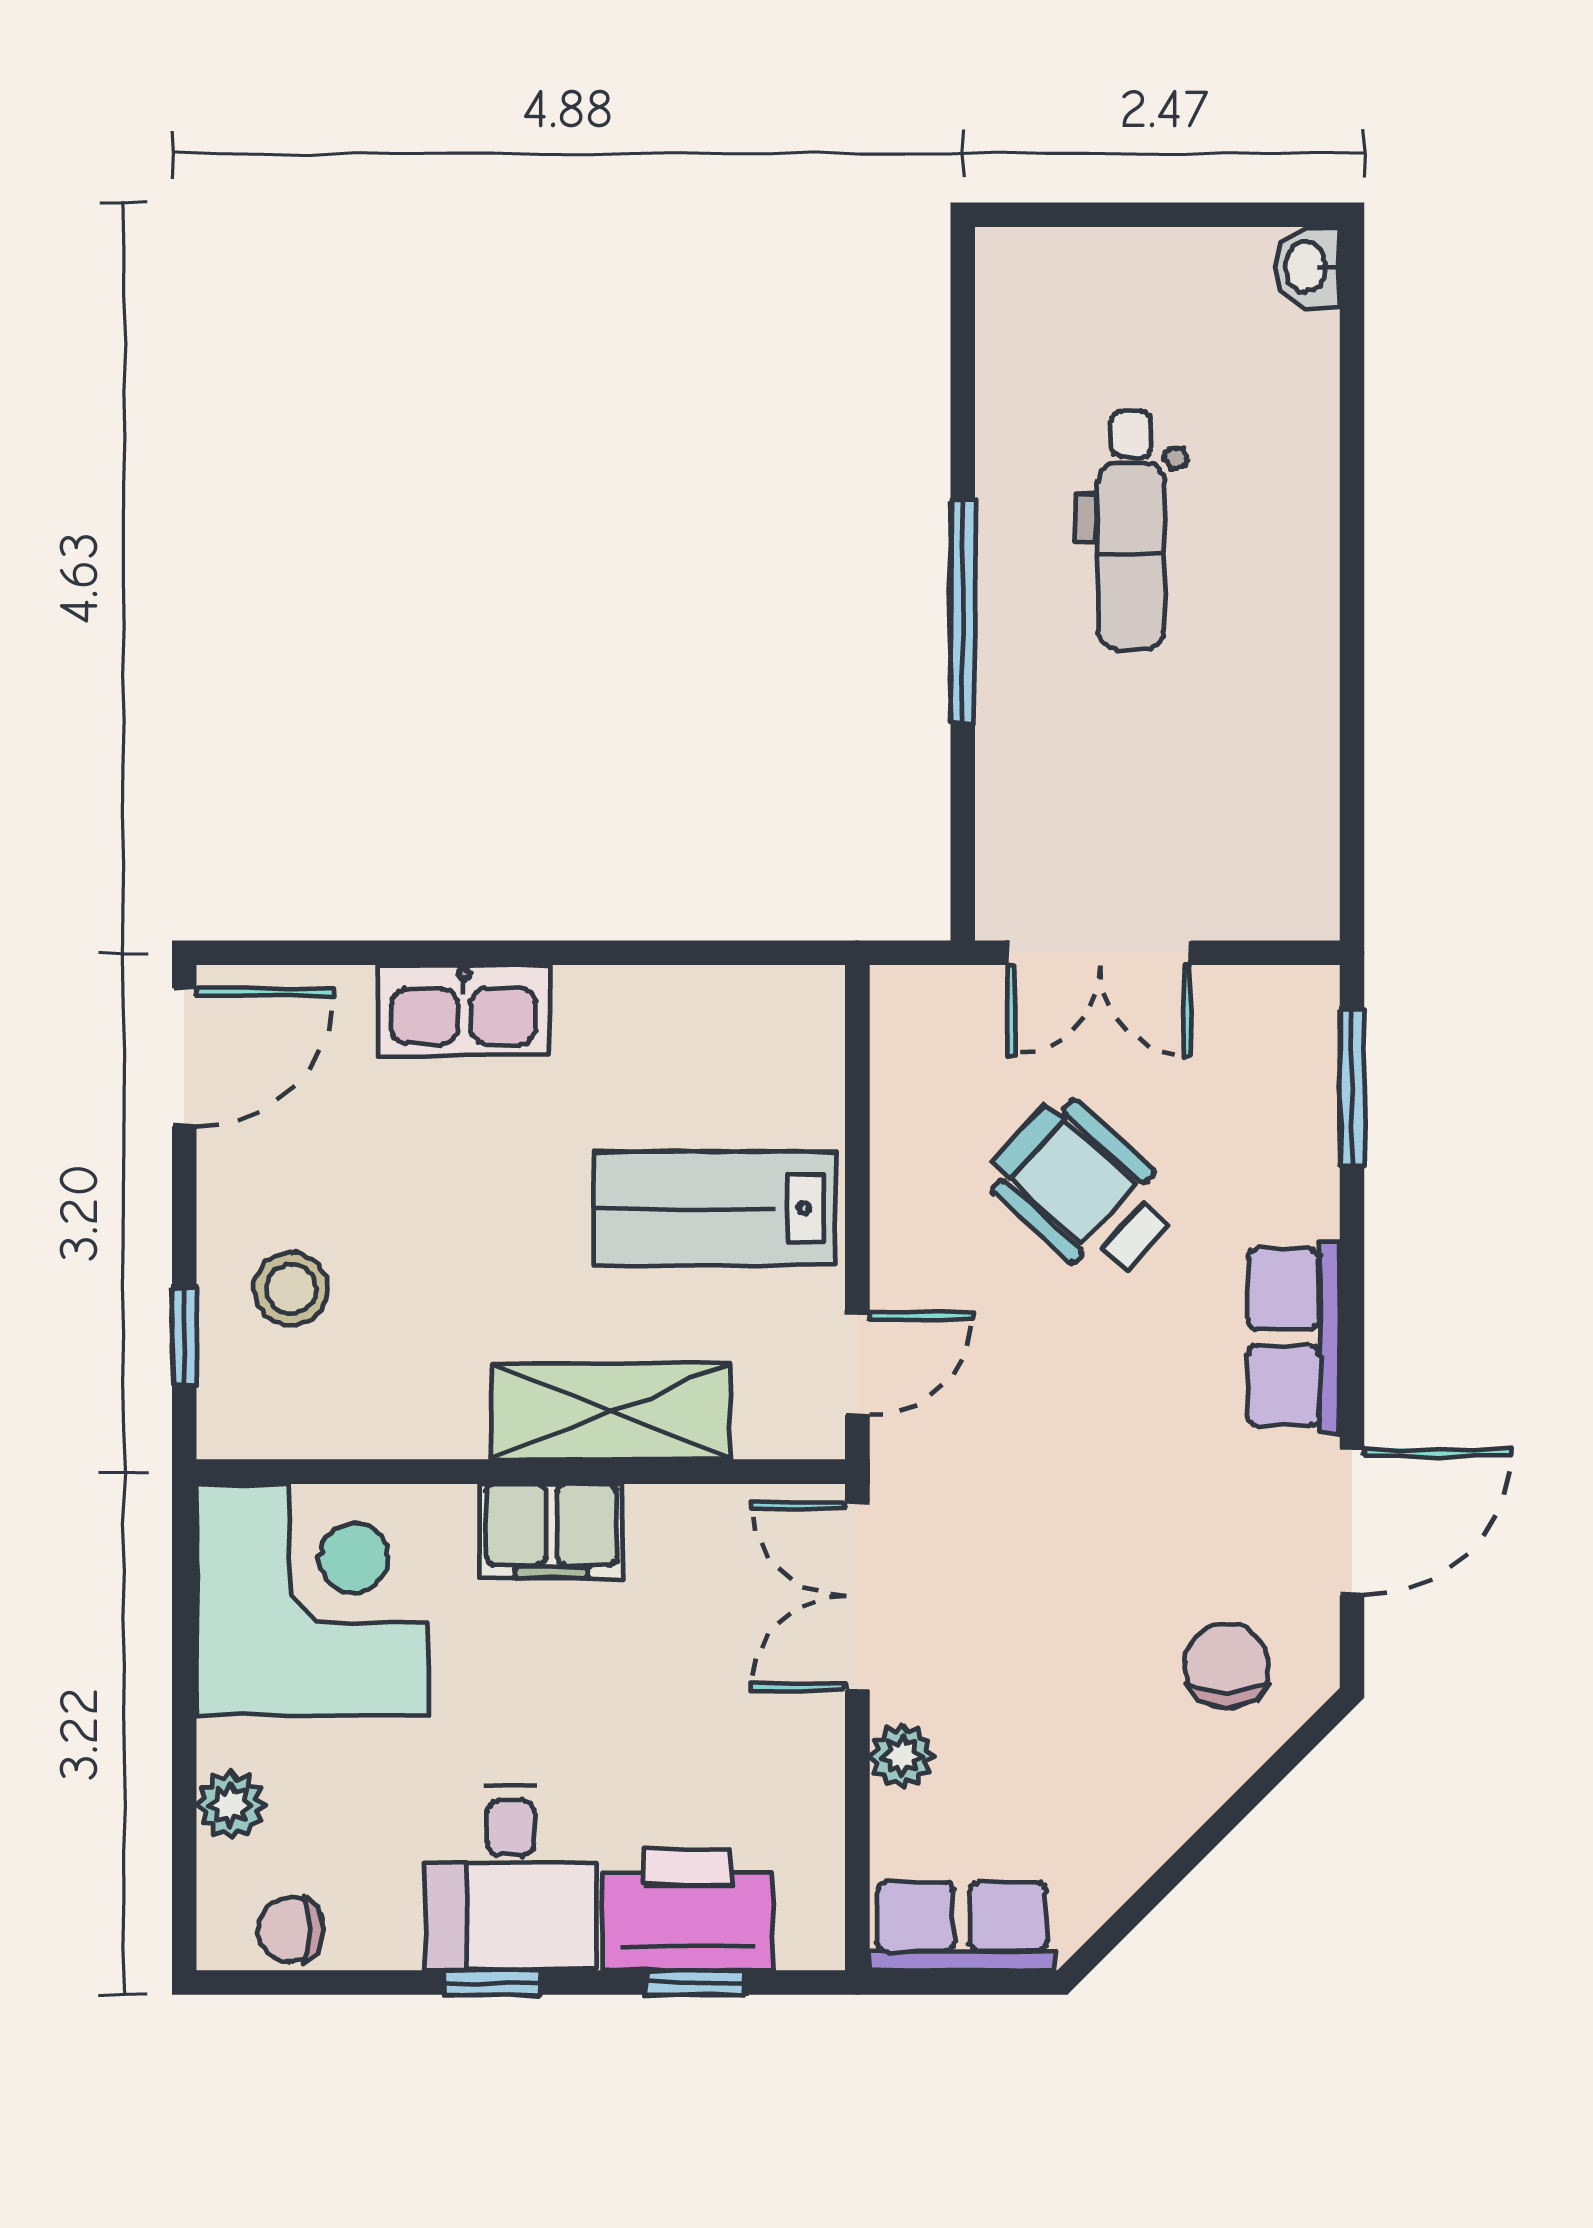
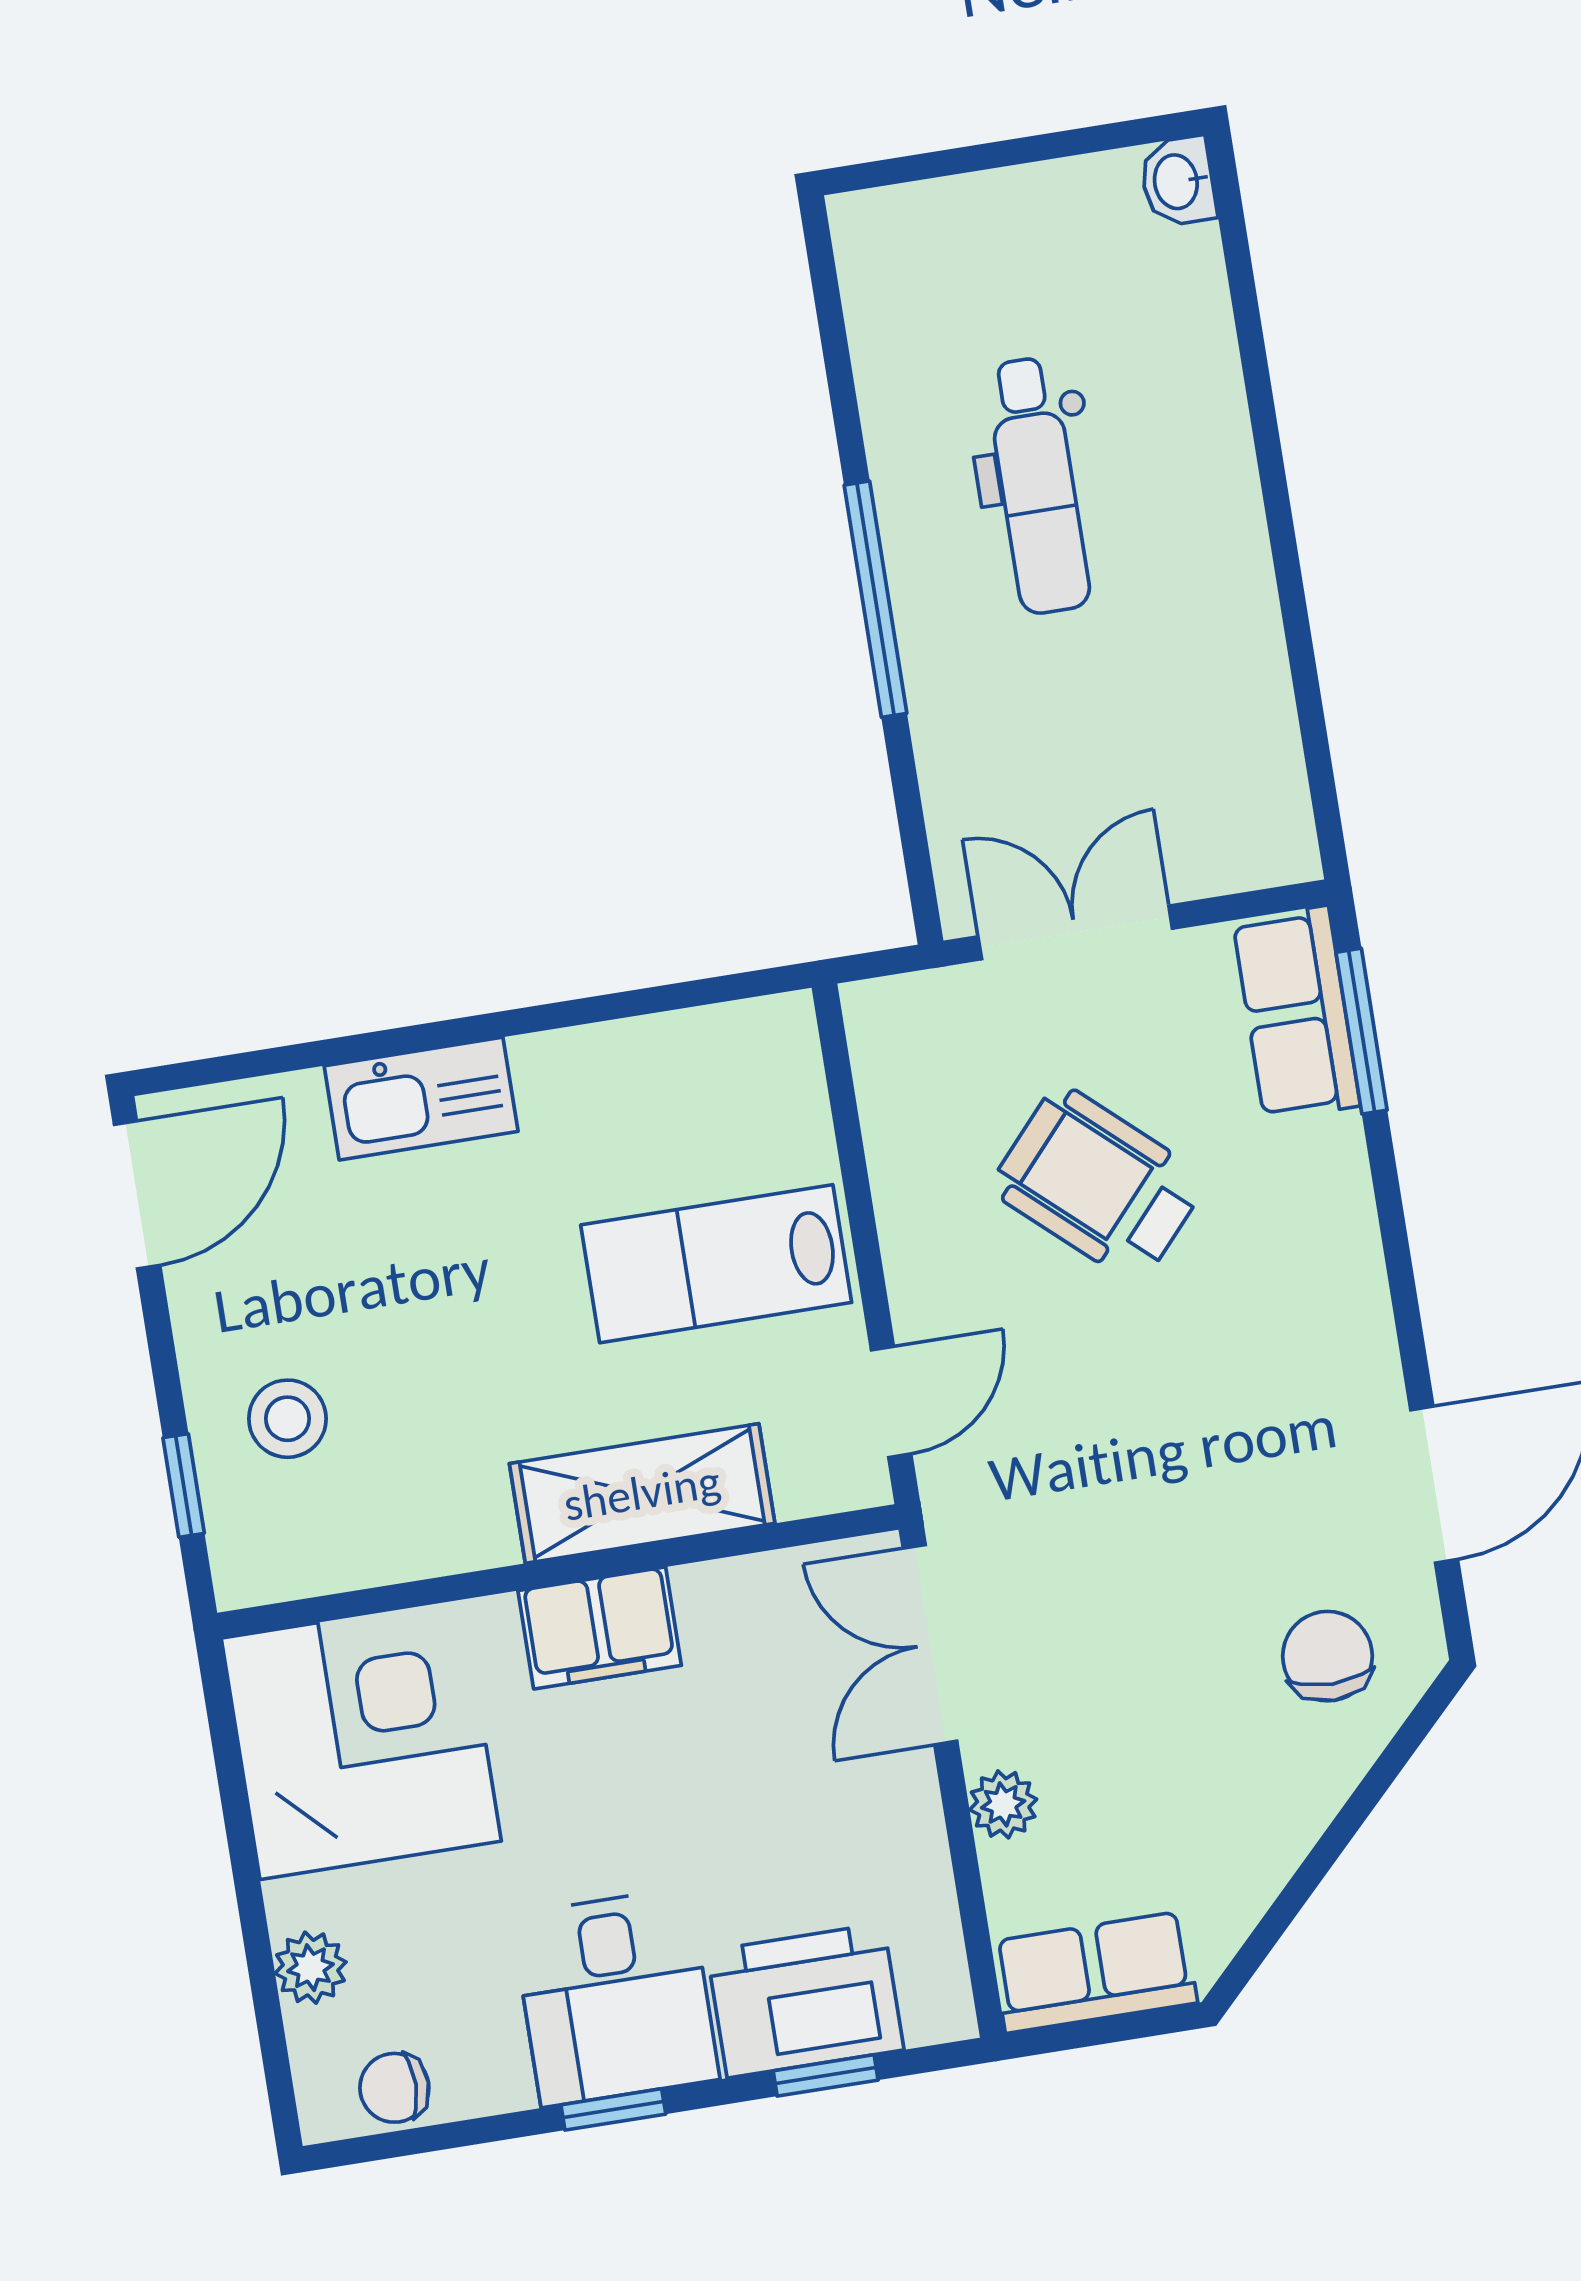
double door: (1099, 953) -> (1075, 932), swing flipped
row of seats: (1294, 1337) -> (1296, 1013), moved

